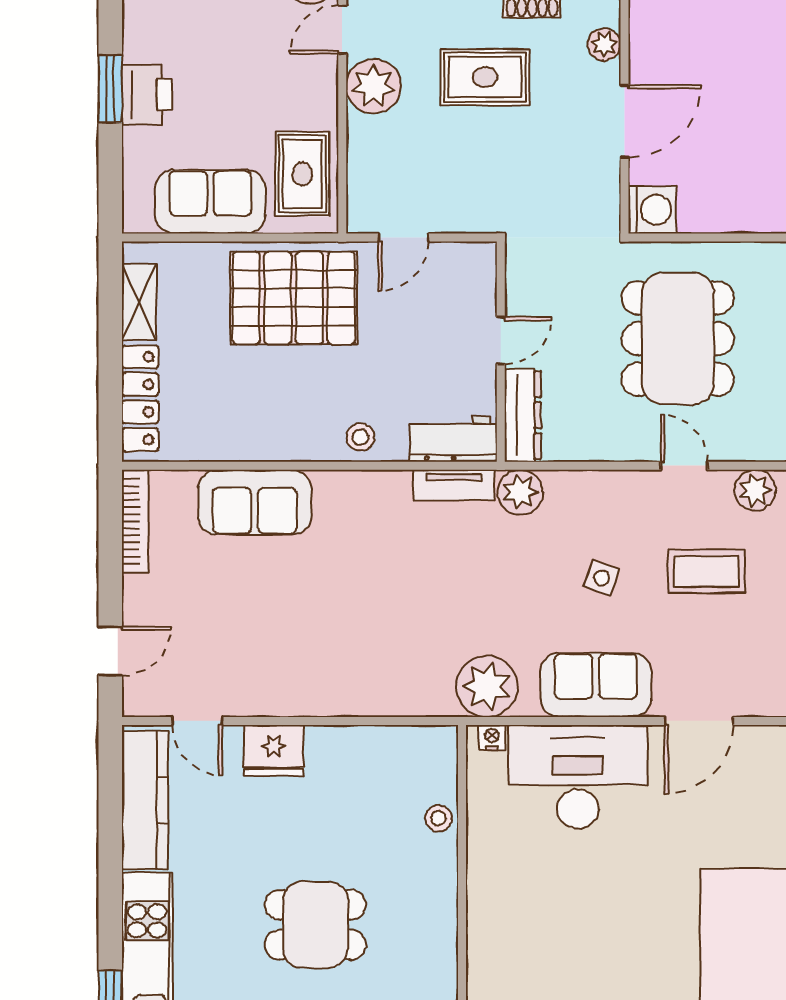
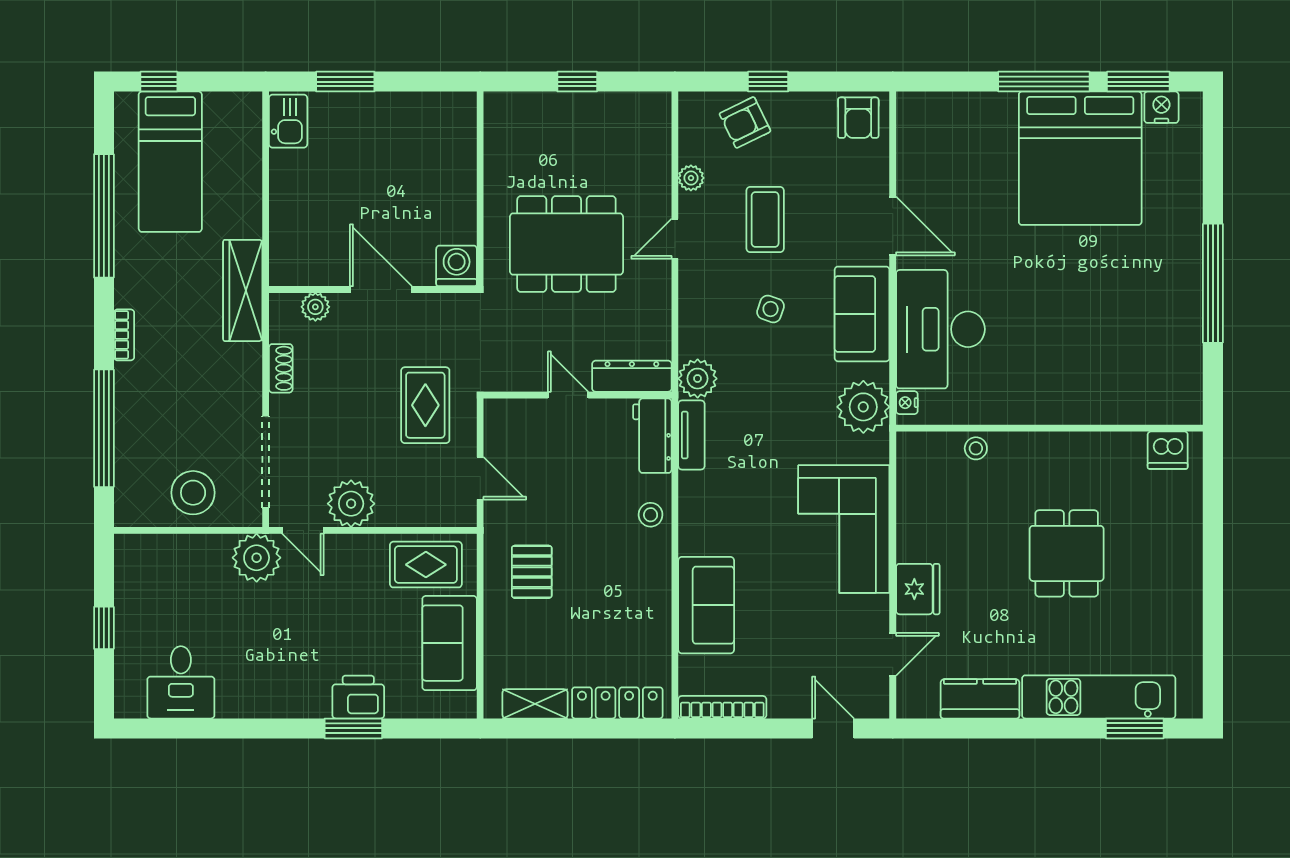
rug: (485, 77) -> (425, 405), moved
pallet: (294, 298) -> (532, 572), width x0.49, depth x0.50
plant: (755, 490) -> (691, 178), width x0.73, depth x0.73
corner sofa: (344, 664) -> (844, 529), added
kitchen counter: (145, 800) -> (980, 699), width x0.67

